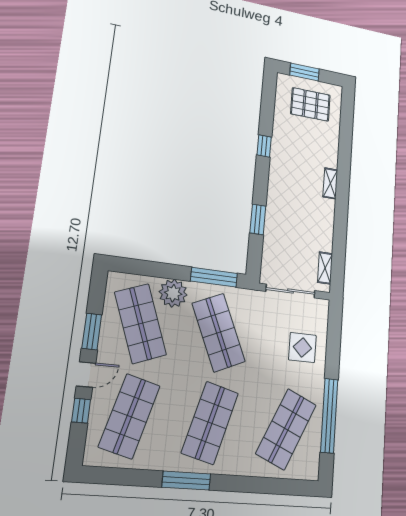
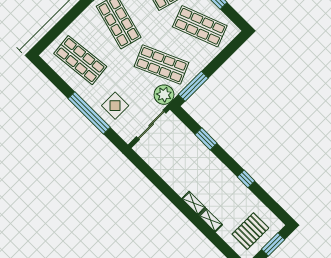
shelving: (325, 268) -> (211, 220), moved
plant: (173, 293) -> (164, 95), moved
window: (329, 416) -> (89, 113), moved
shop shelf: (286, 429) -> (80, 60), turned -30

